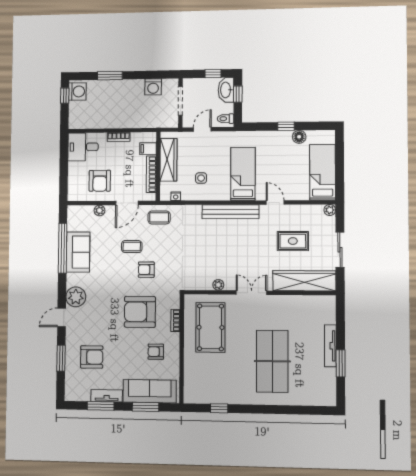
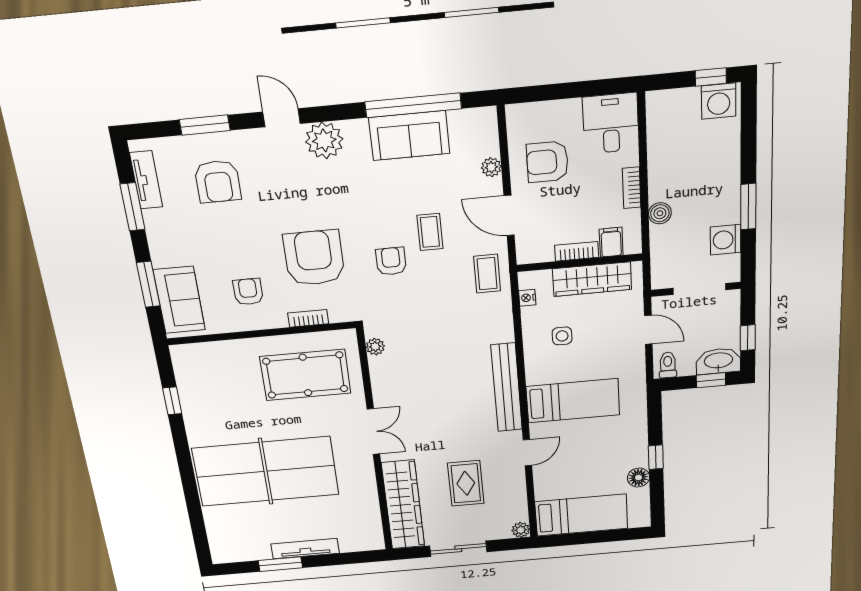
window: (110, 76) -> (748, 207), moved
boiler: (134, 122) -> (660, 213), added
bookcase: (151, 174) -> (577, 251), width x0.64
plant: (218, 285) -> (375, 347), moved
table tennis table: (272, 361) -> (266, 471), width x1.36, depth x1.32
sofa: (150, 391) -> (179, 300), width x0.73
tv unit: (107, 396) -> (146, 180), moved

